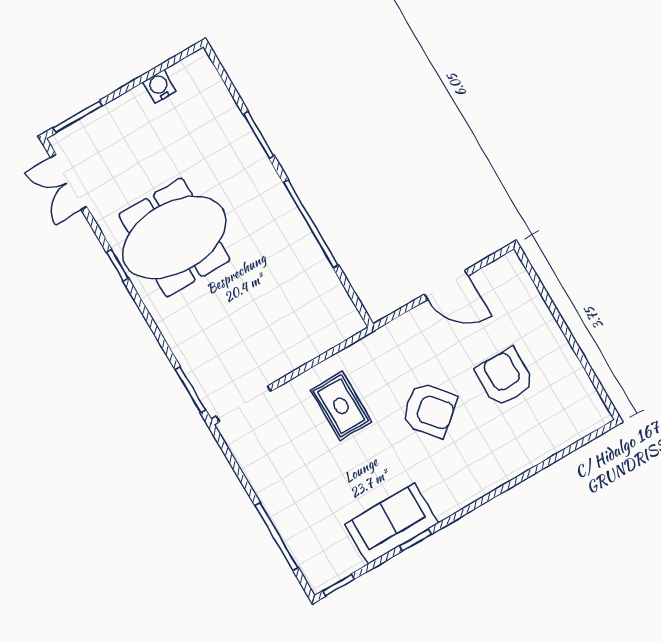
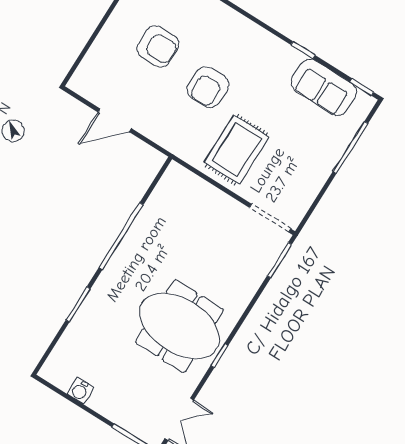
door: (446, 285) -> (115, 120), swing flipped
armchair: (505, 377) -> (158, 46), turned -90
rug: (341, 406) -> (237, 150), width x1.36, depth x1.43
armchair: (429, 410) -> (208, 87), turned -139
sofa: (391, 524) -> (324, 87), moved

